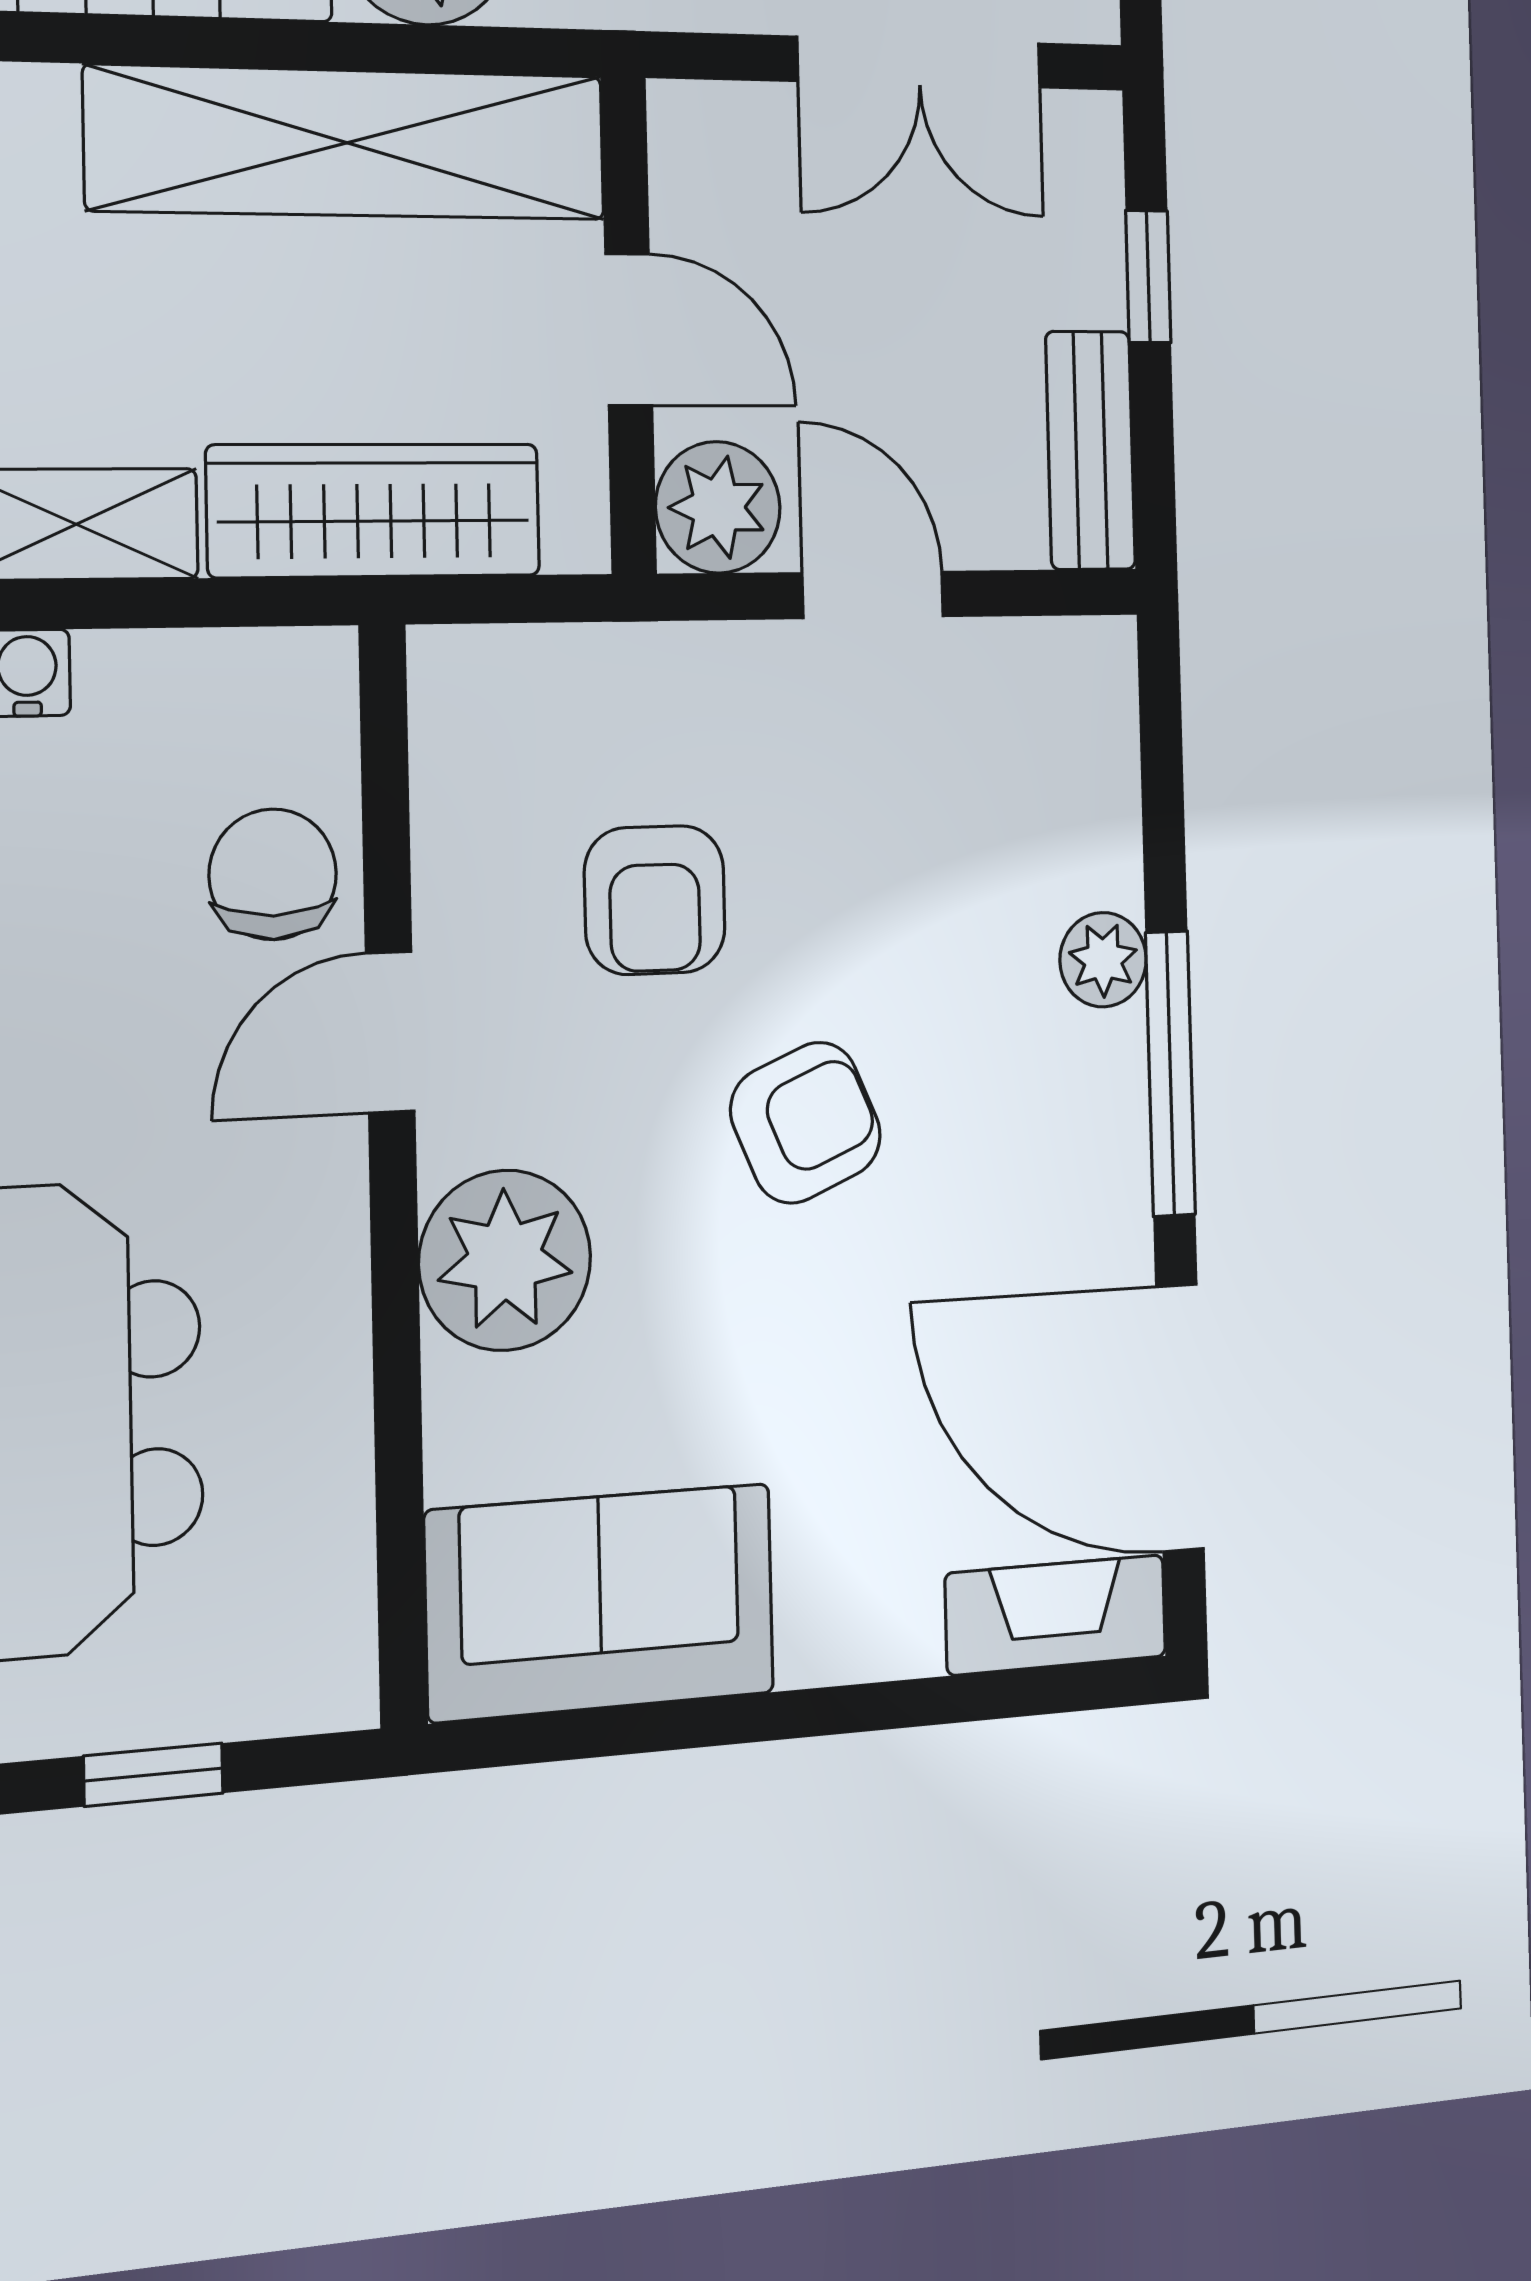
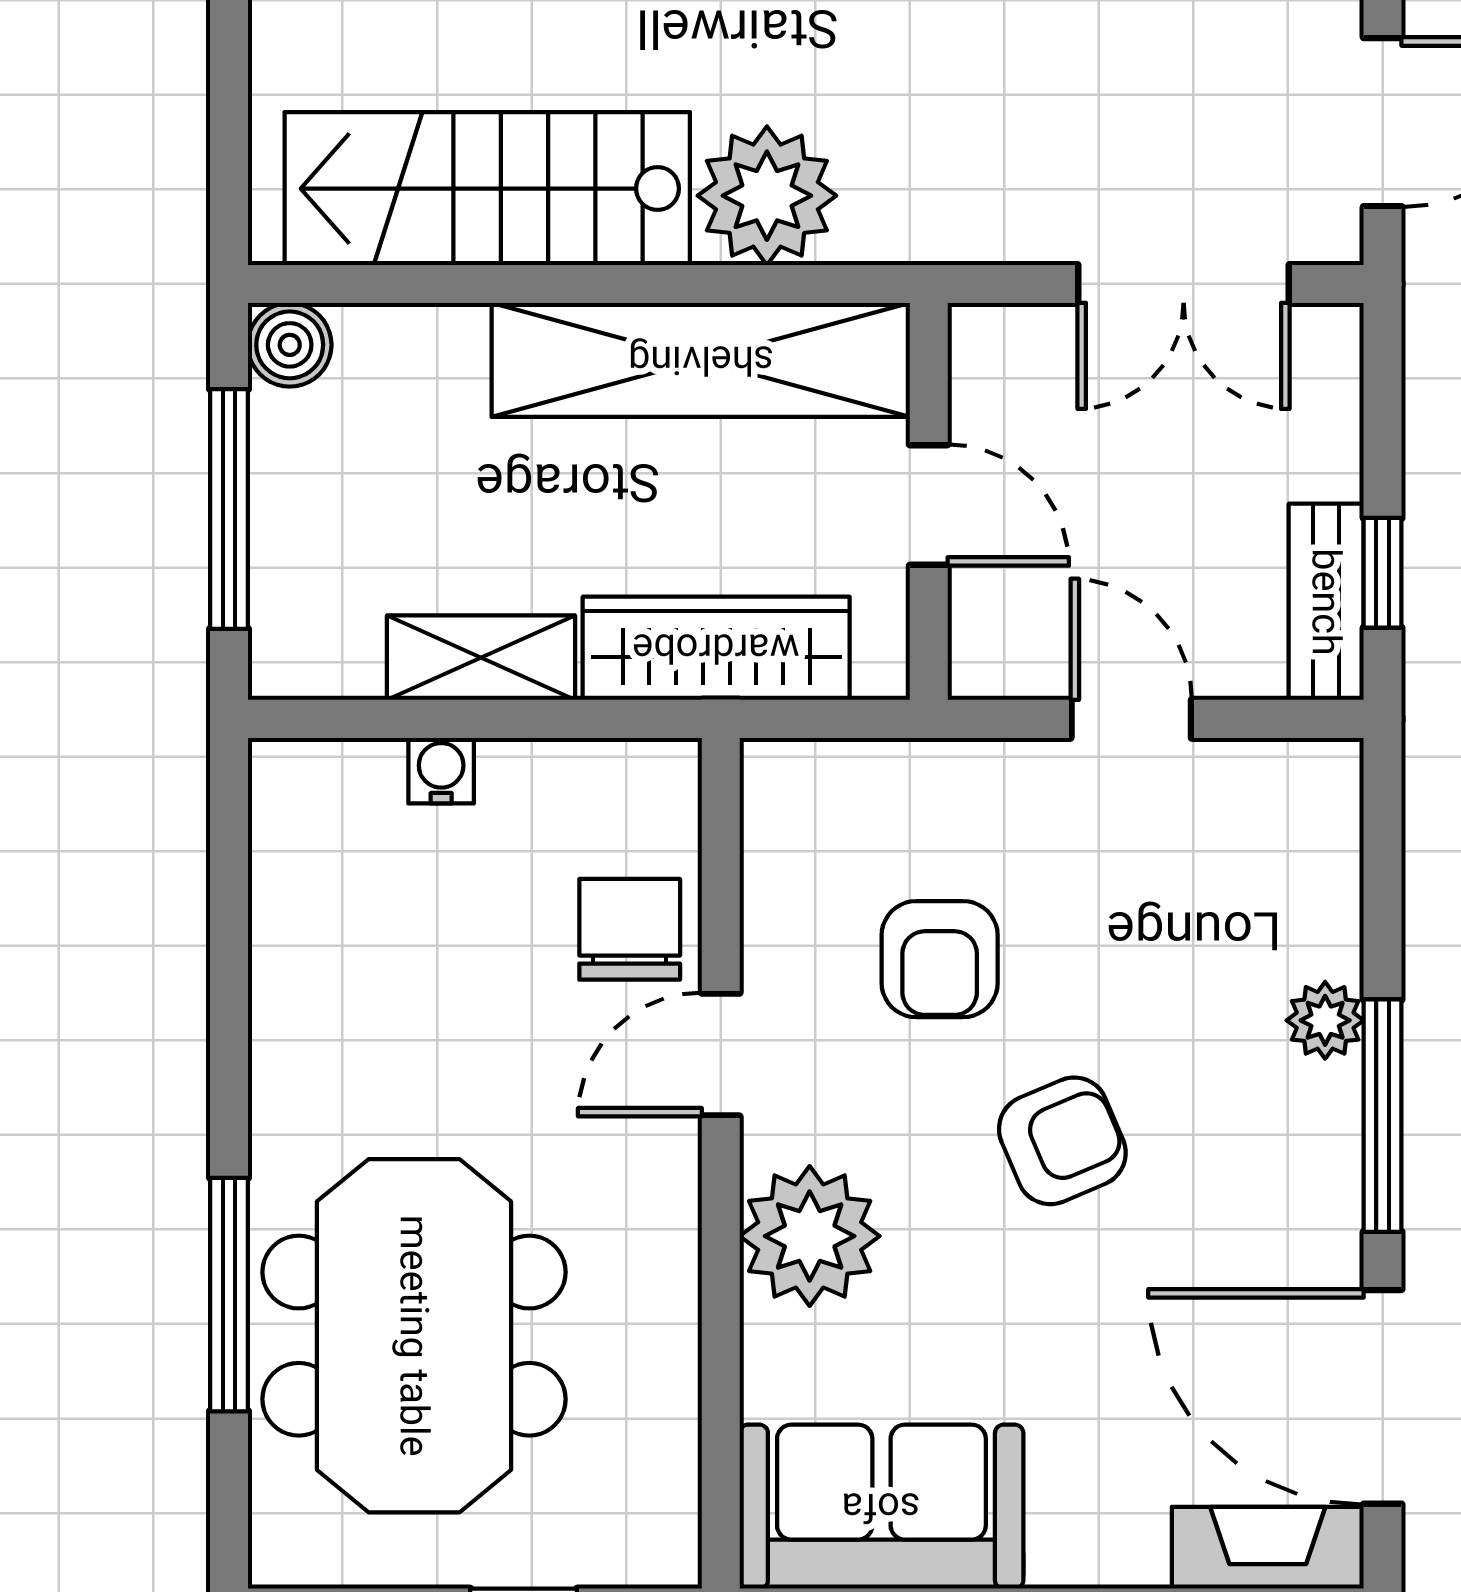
window: (1148, 277) -> (1383, 573), moved
plant: (718, 507) -> (1000, 647), removed

